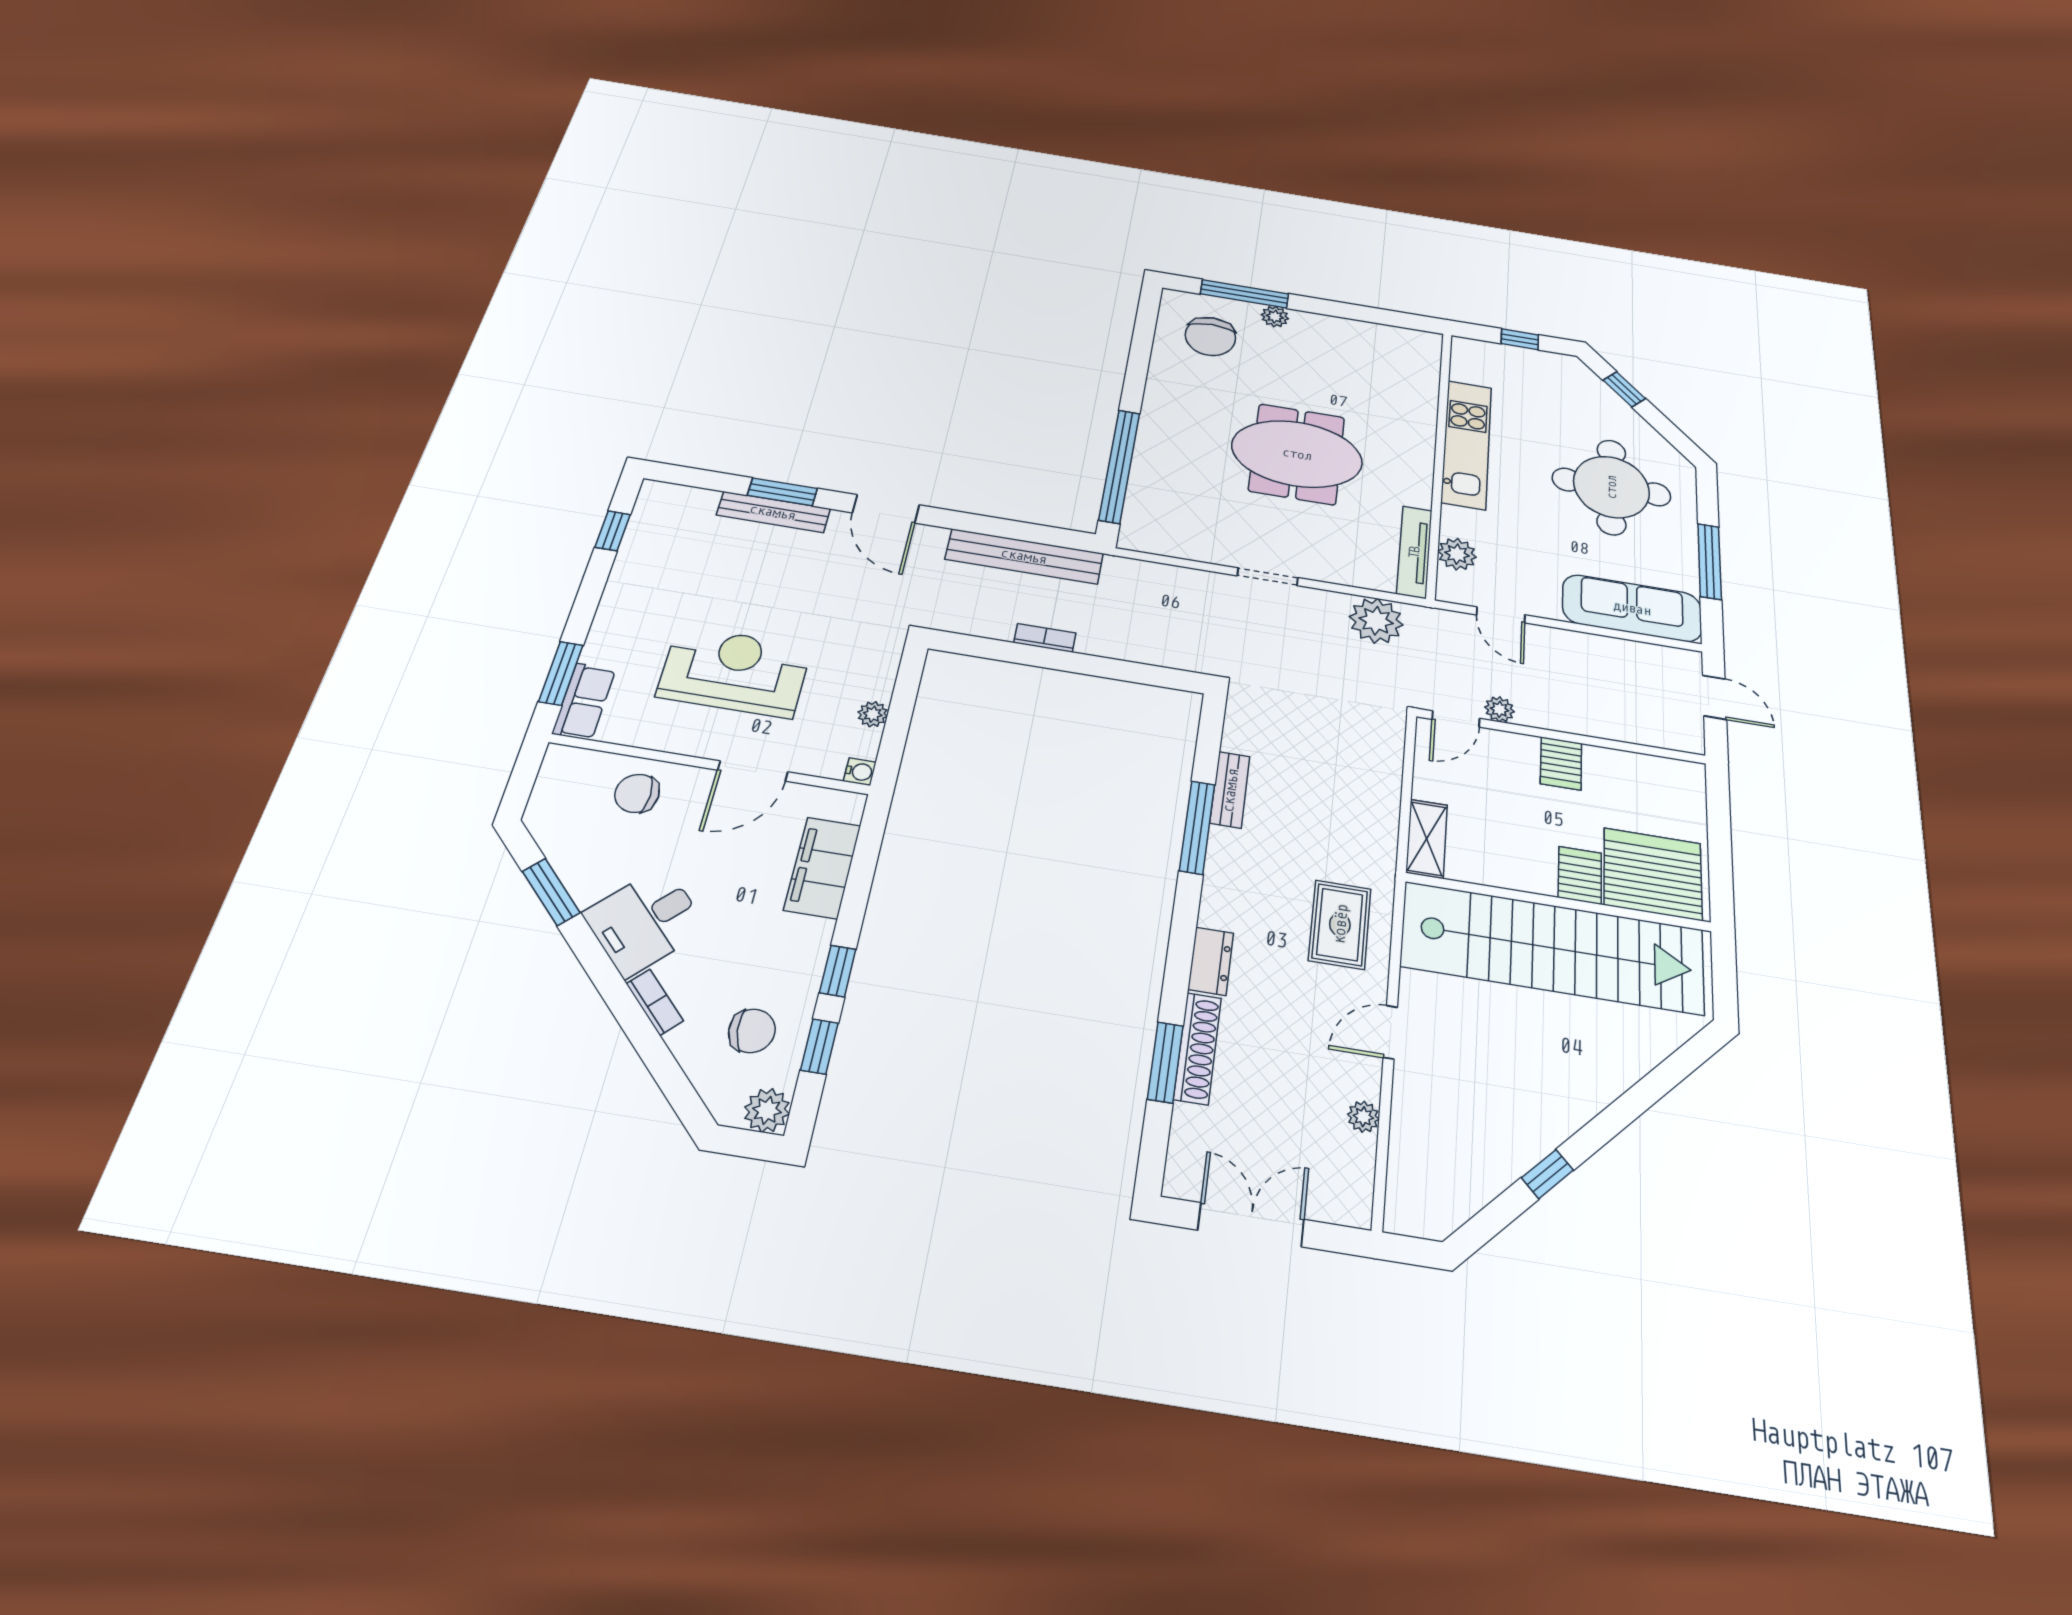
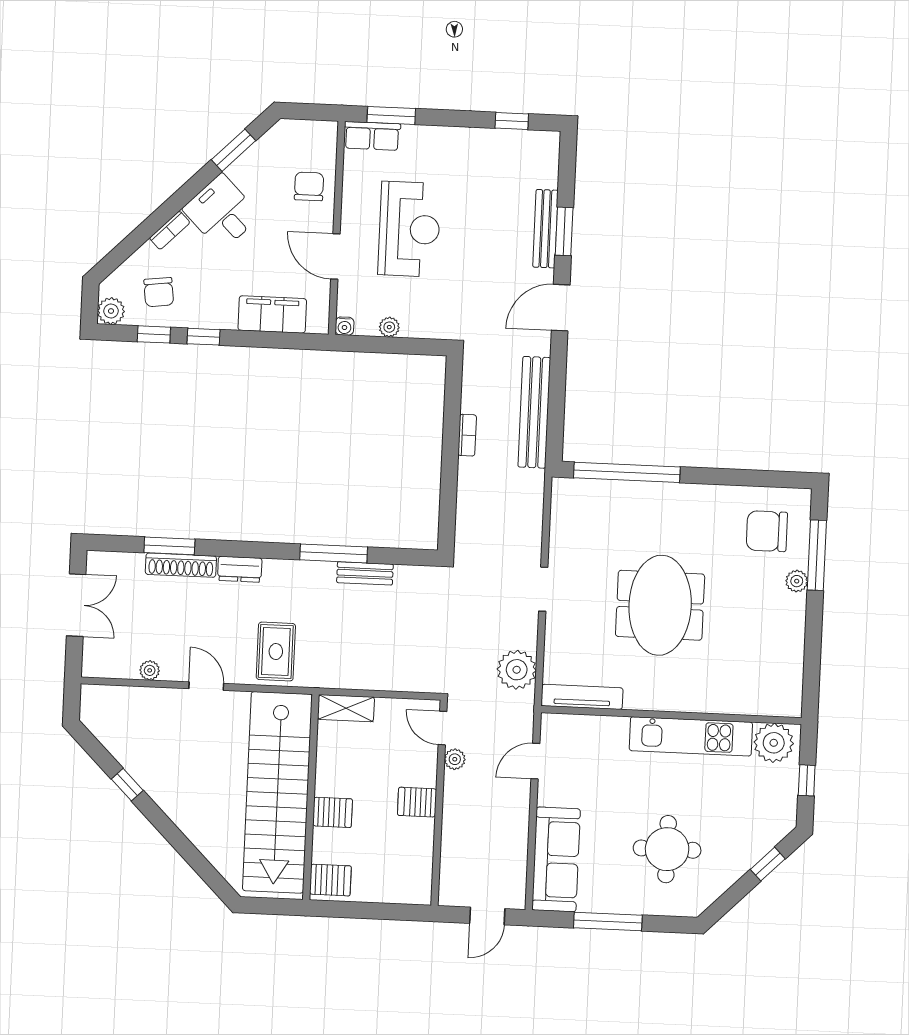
round table: (1611, 487) -> (667, 849), width x0.73, depth x0.73
plant: (1457, 554) -> (774, 743), moved, width x1.36, depth x1.36
server rack: (1653, 874) -> (330, 880), width x0.46, depth x0.70
rug: (1340, 924) -> (276, 652), turned 90

